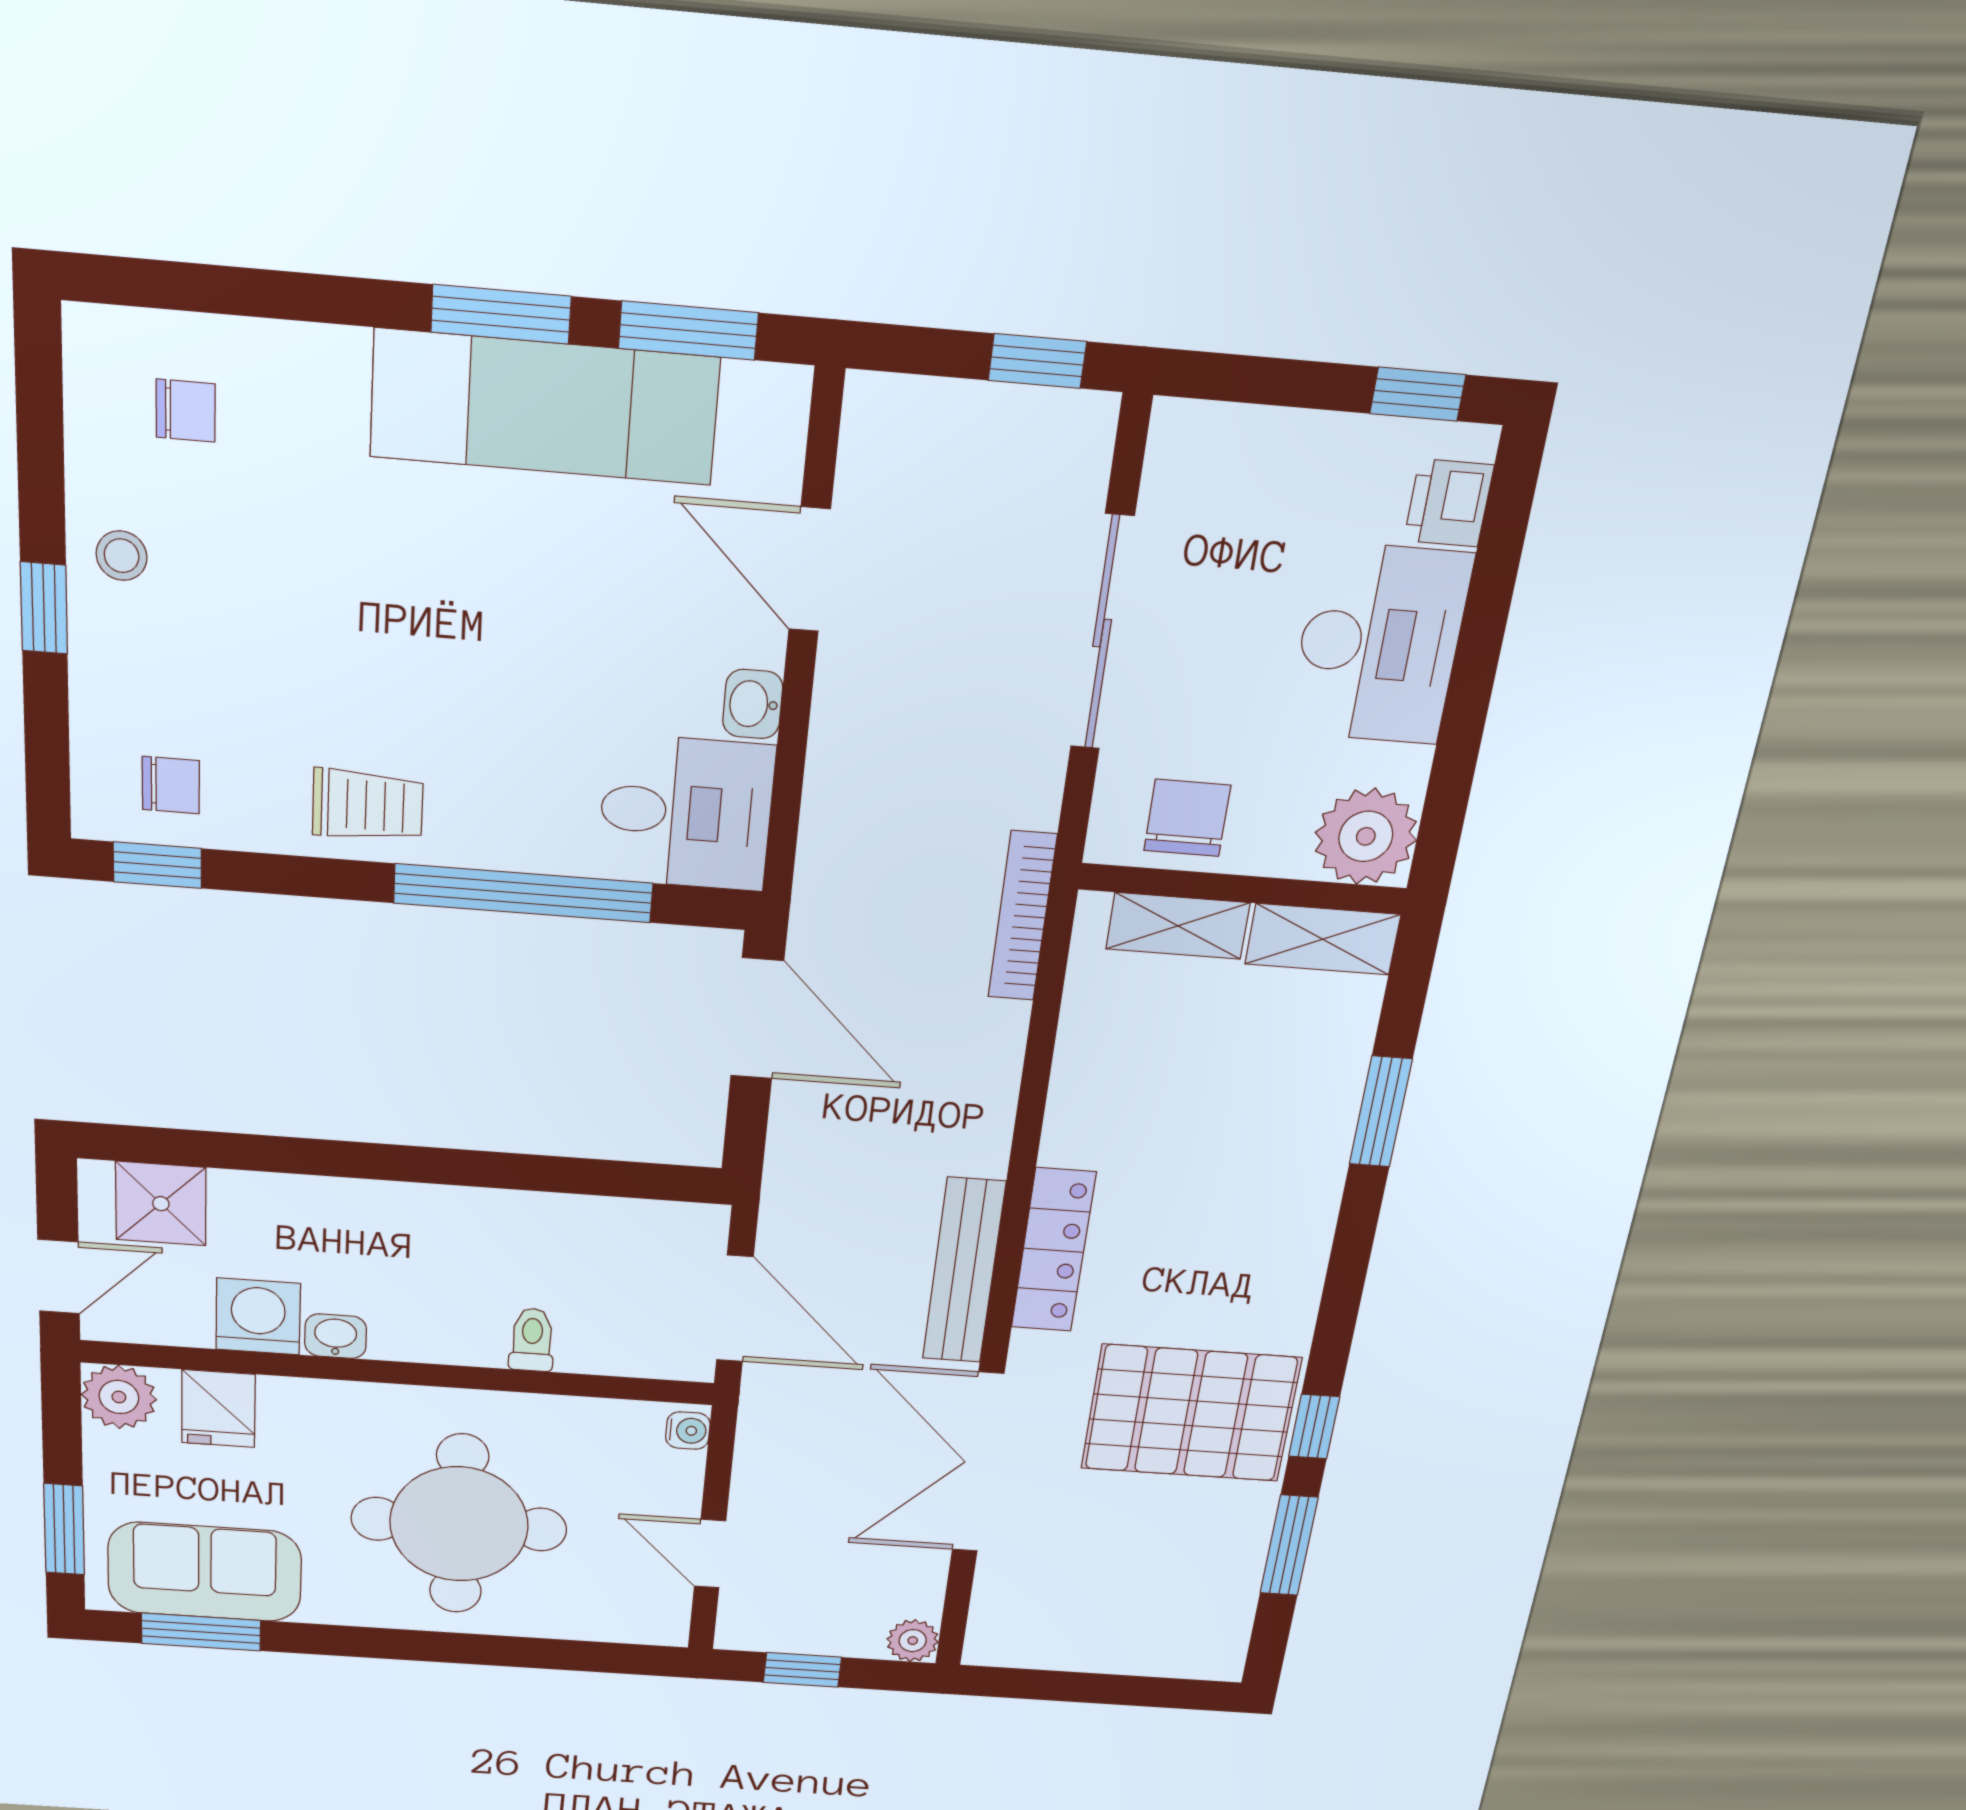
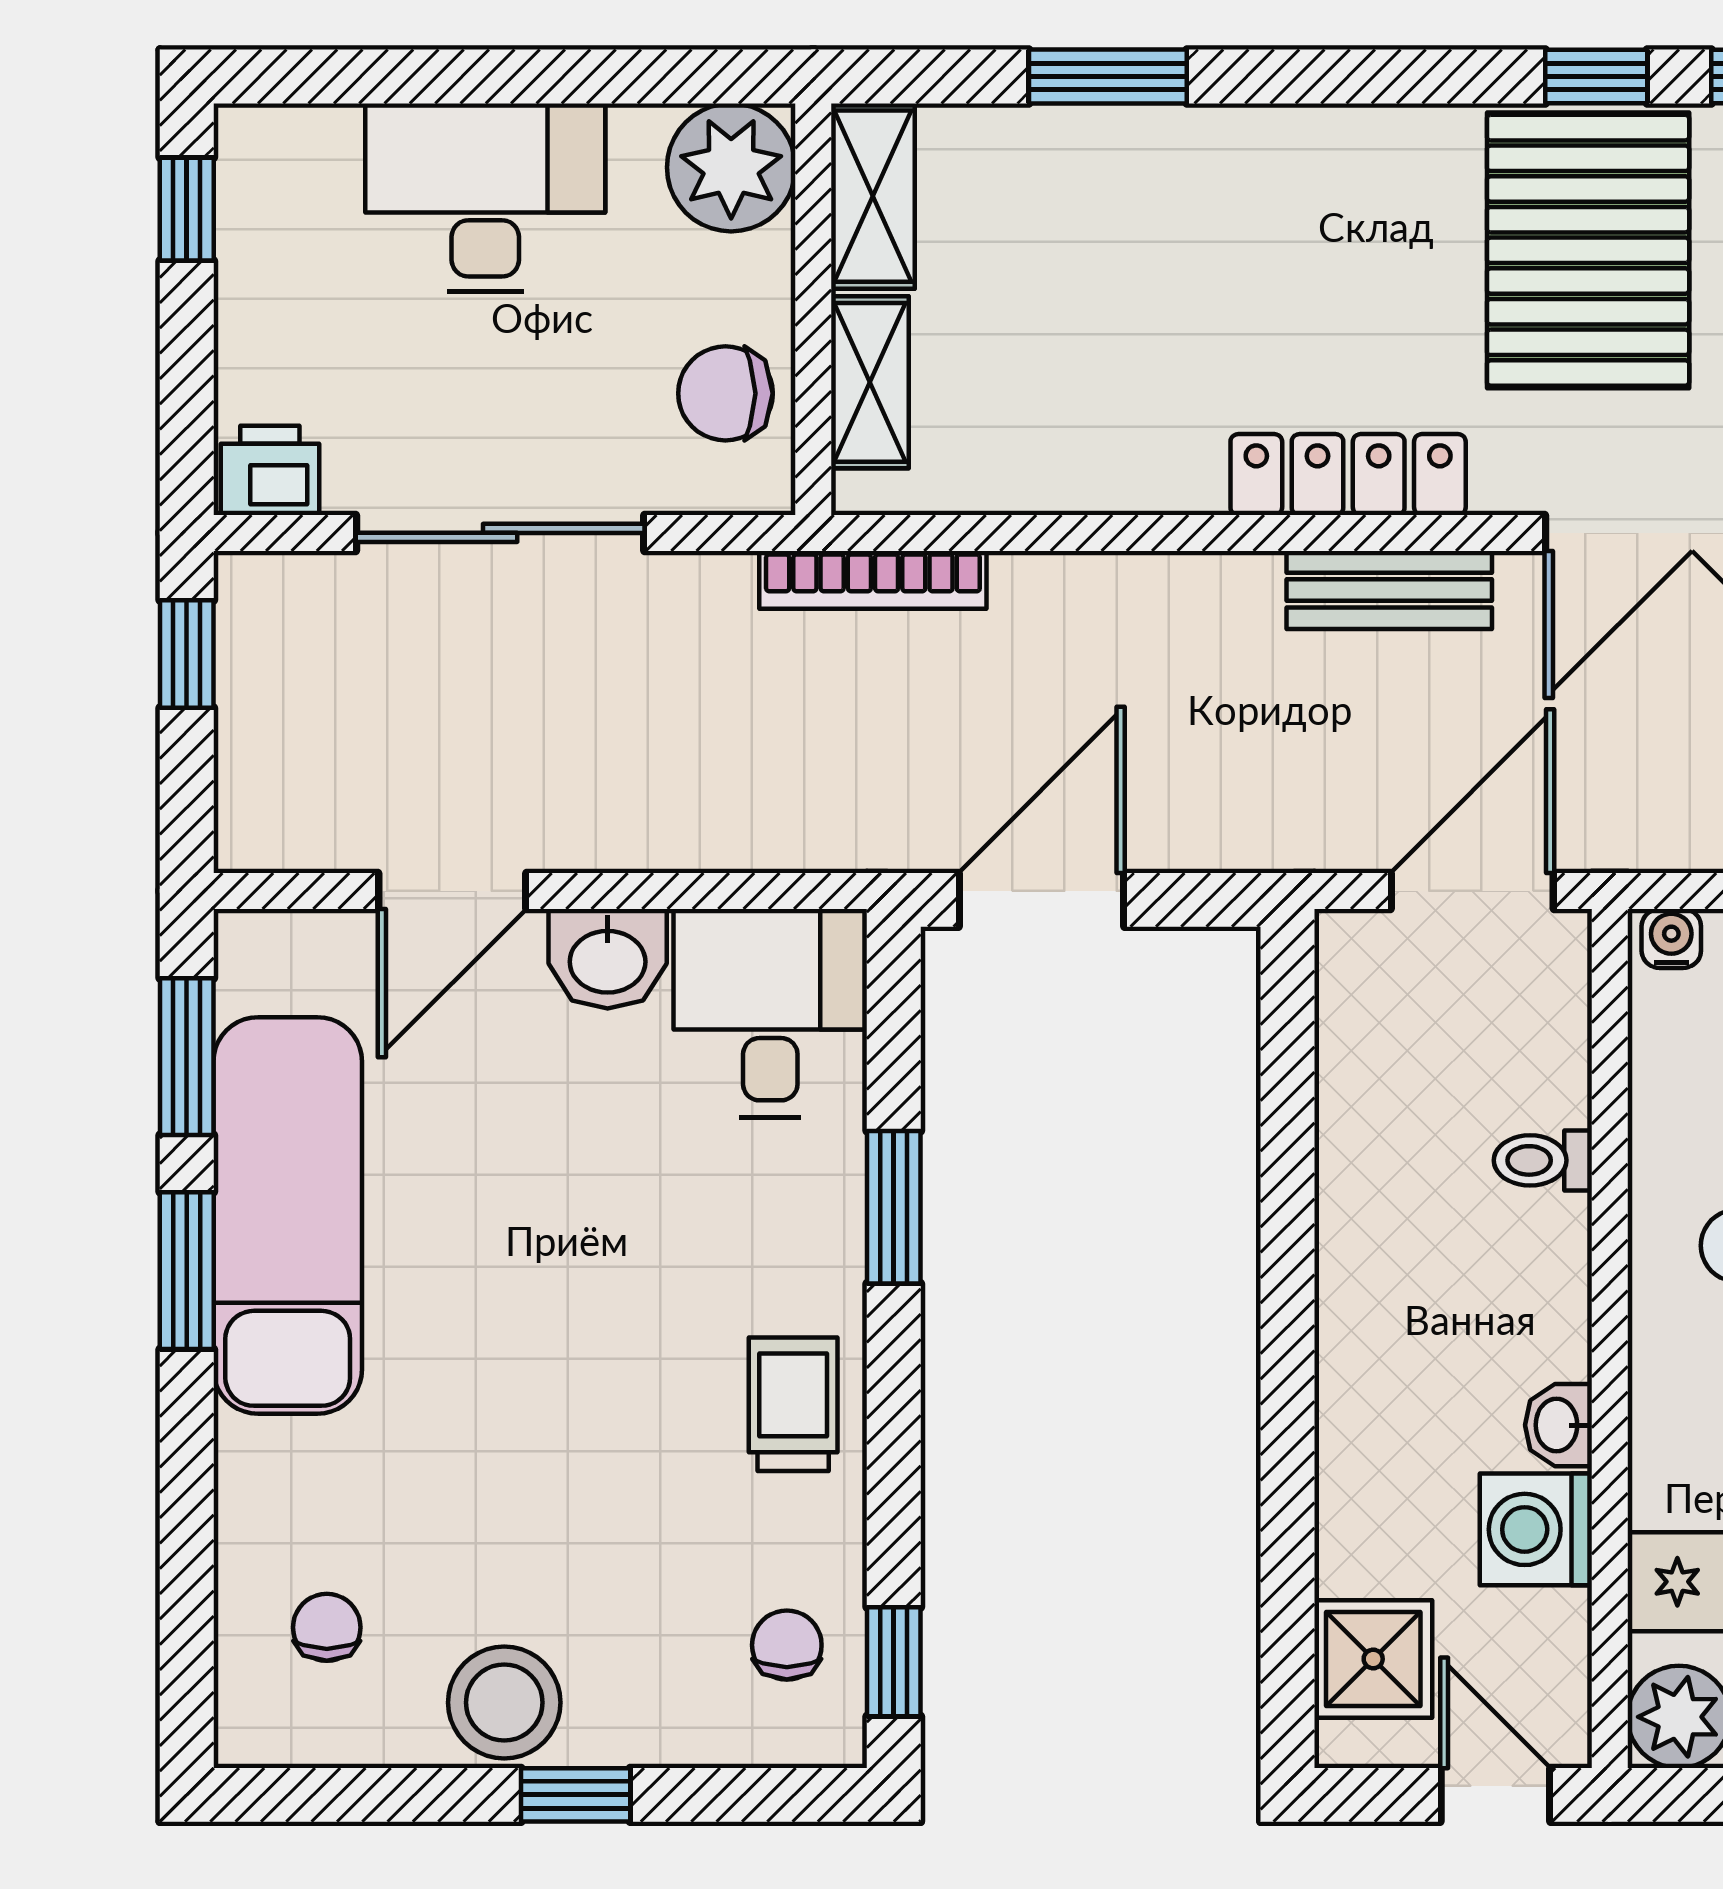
printer: (1449, 503) -> (270, 470), moved, turned 180
stool: (122, 556) -> (504, 1703), width x1.89, depth x1.89
washbasin: (753, 704) -> (608, 959), width x1.38, depth x1.45
window: (523, 893) -> (894, 1207), width x0.47
bench: (964, 1271) -> (1389, 590), width x0.73

